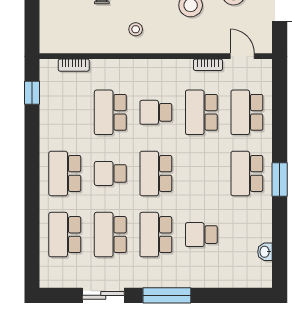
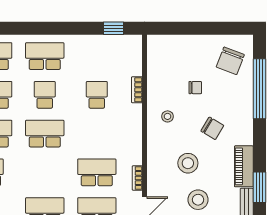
bookcase: (74, 65) -> (137, 90), moved
school desk: (110, 112) -> (97, 95), width x0.54
school desk: (156, 112) -> (97, 134), removed

